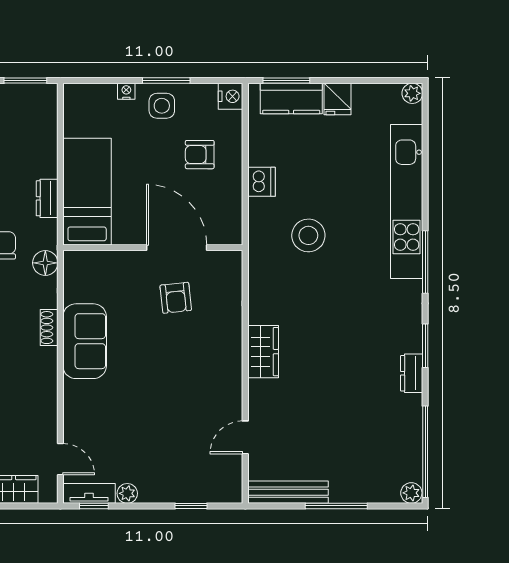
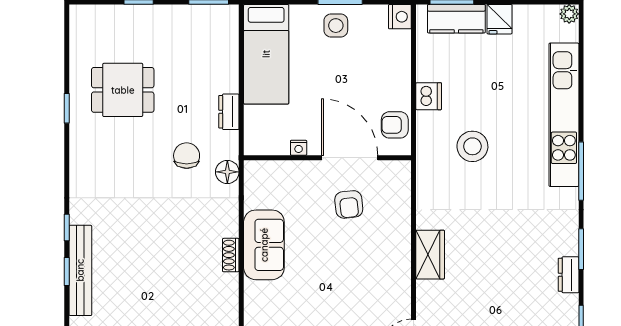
nightstand: (126, 91) -> (299, 148), moved, turned 180
armchair: (200, 155) -> (395, 125), moved
bed: (87, 192) -> (266, 54), moved, turned 180
shoe rack: (49, 328) -> (231, 255), moved

